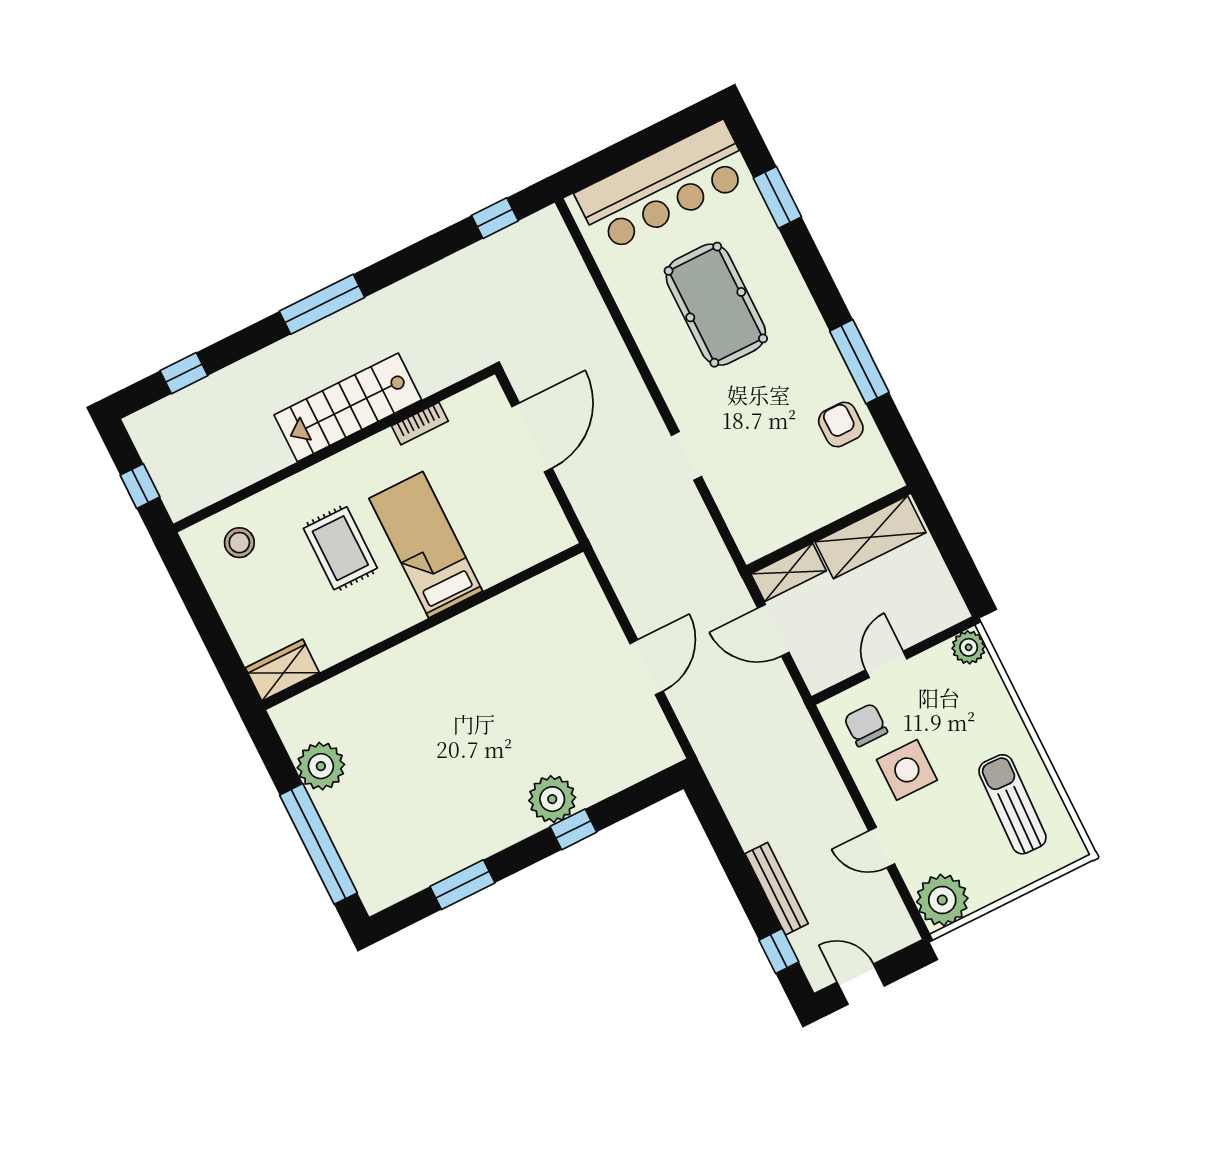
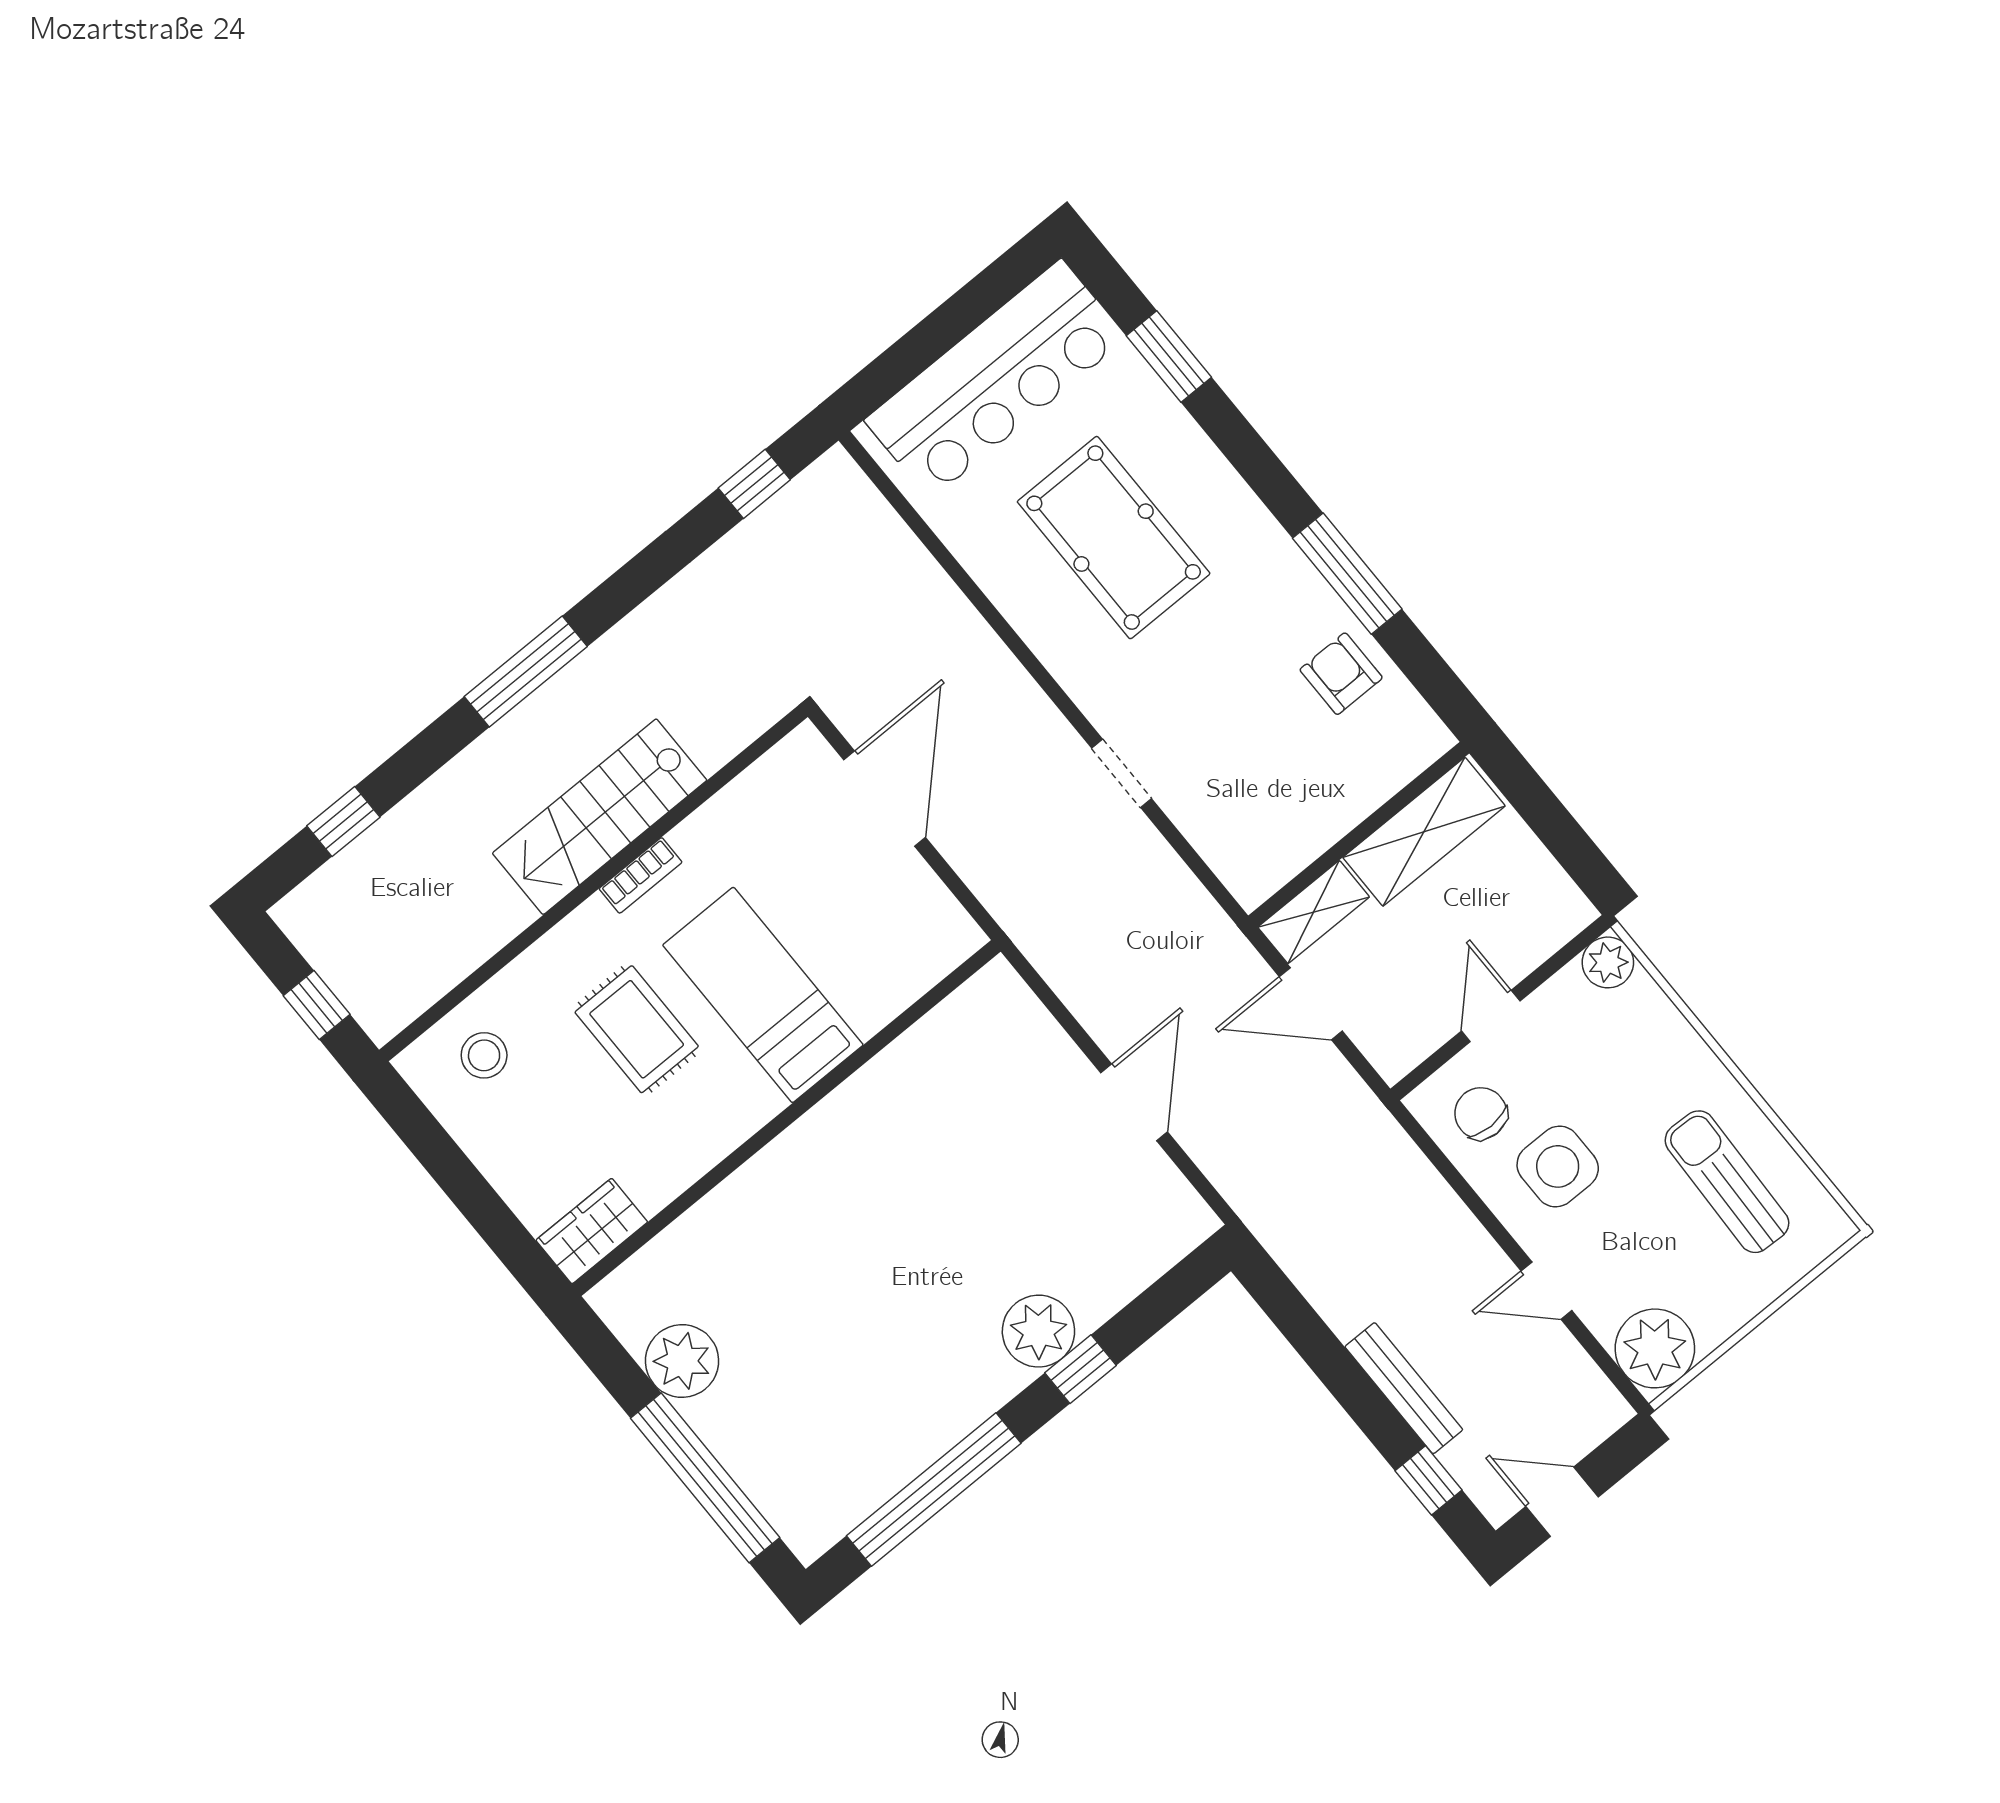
bookcase: (420, 424) -> (641, 875), moved
window: (462, 885) -> (934, 1490), width x2.11

